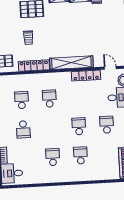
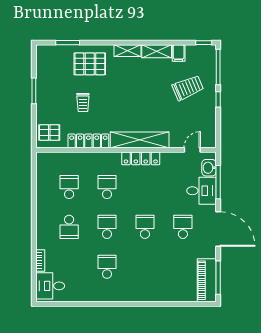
trolley: (105, 23) -> (188, 88), added
door: (110, 68) -> (192, 150), hinge flipped
locker: (86, 76) -> (141, 158), moved
school desk: (80, 155) -> (107, 227), moved

